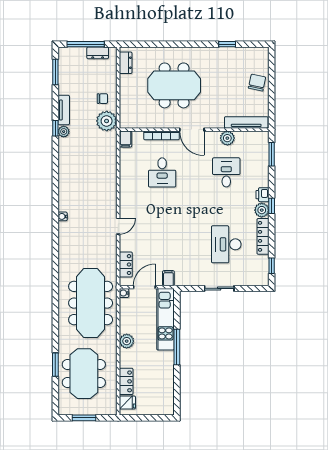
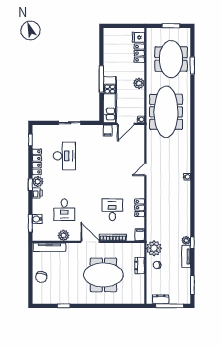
dresser: (126, 63) -> (140, 265), moved
water cooler: (263, 160) -> (37, 219), added
locker: (126, 265) -> (140, 208), moved

